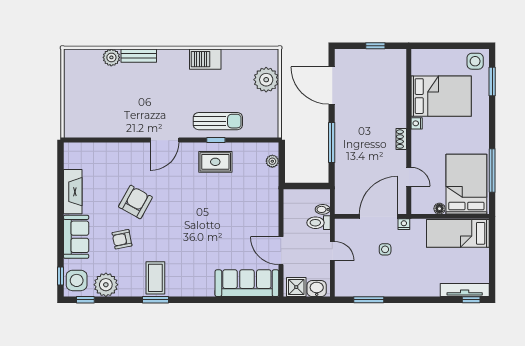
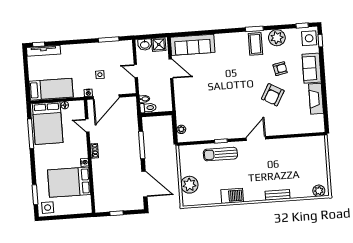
plant: (111, 57) -> (319, 191), moved
rug: (215, 162) -> (220, 126), removed
toilet: (319, 223) -> (148, 108), moved
plant: (106, 285) -> (277, 38), moved

